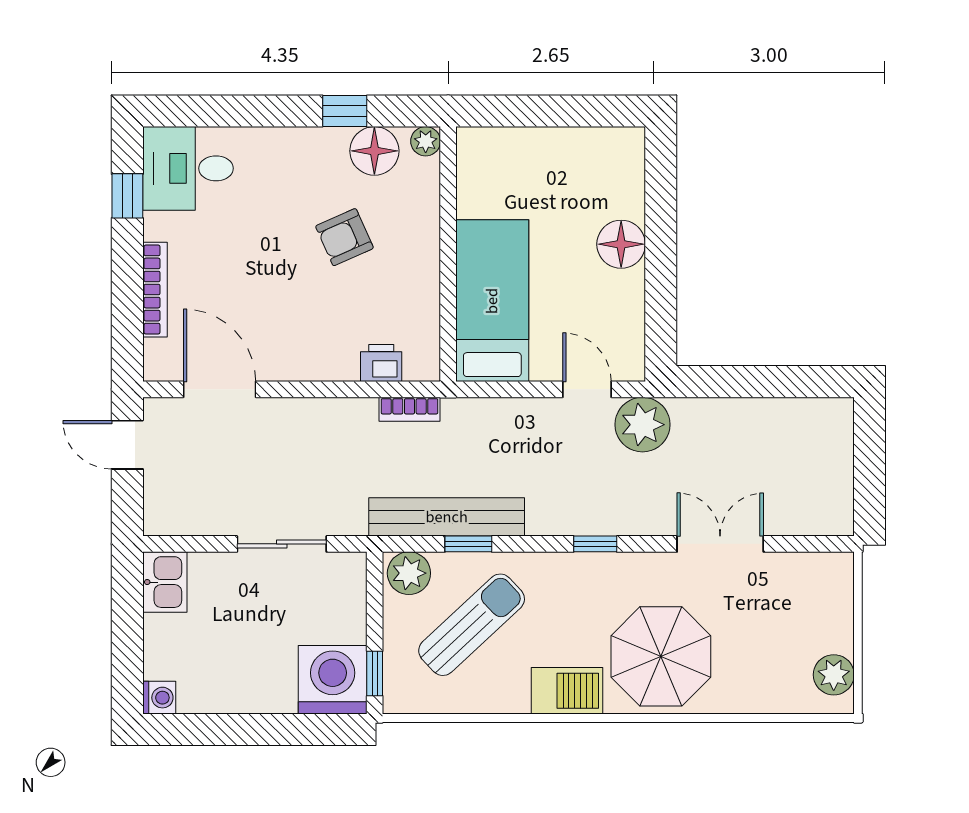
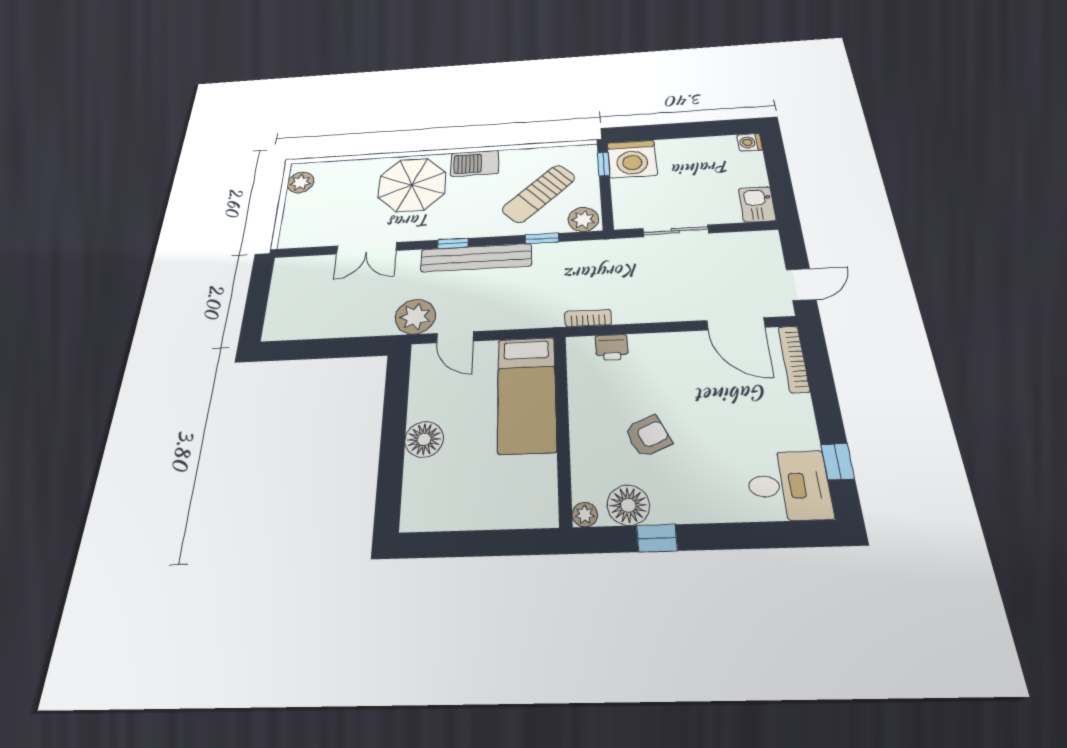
bookcase: (155, 290) -> (794, 359), moved
door: (127, 445) -> (801, 285), hinge flipped
bench: (447, 517) -> (476, 258), moved

